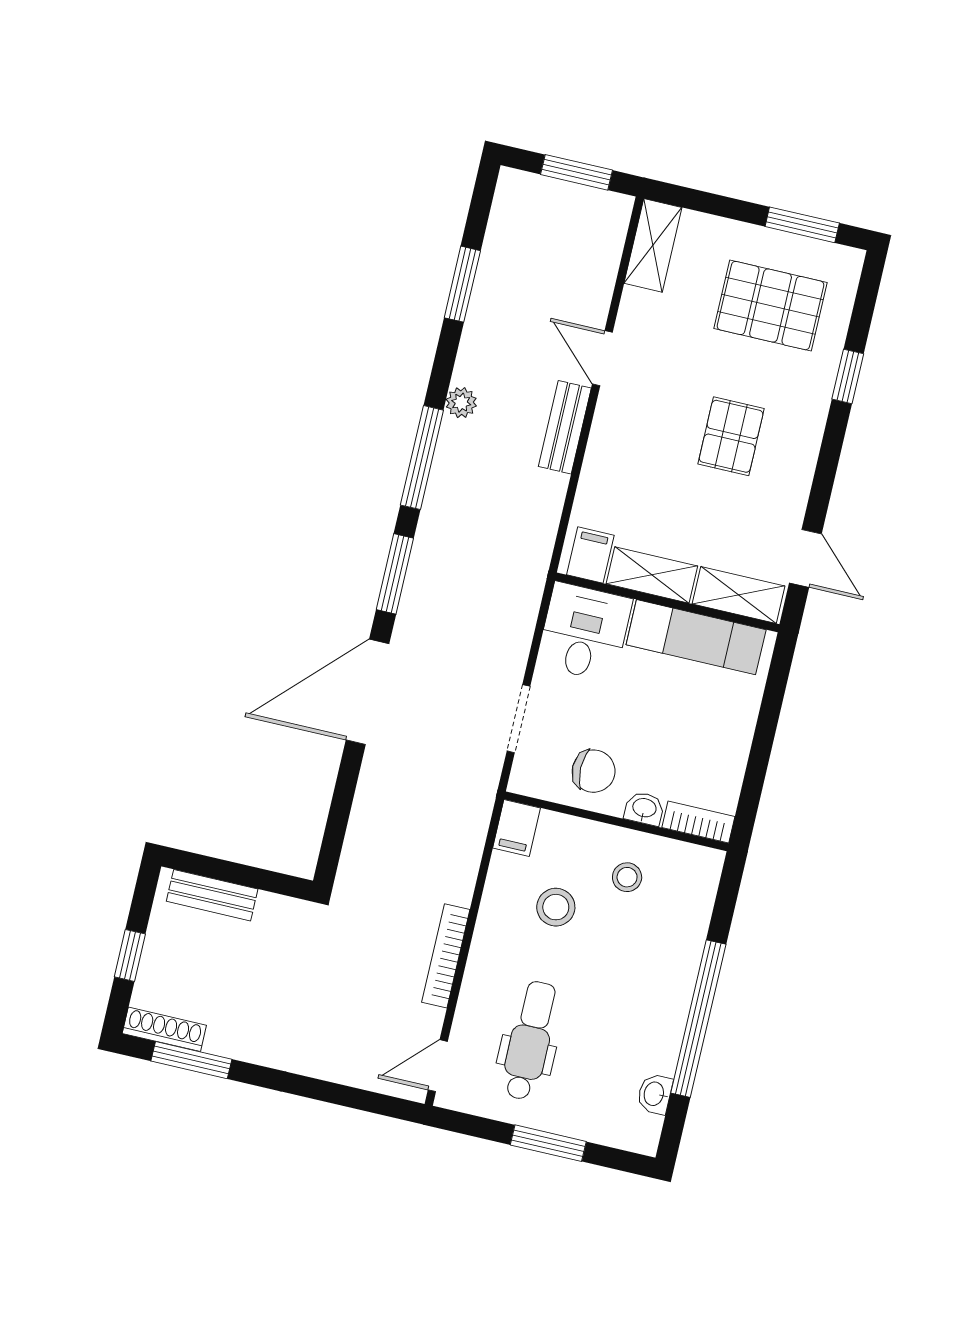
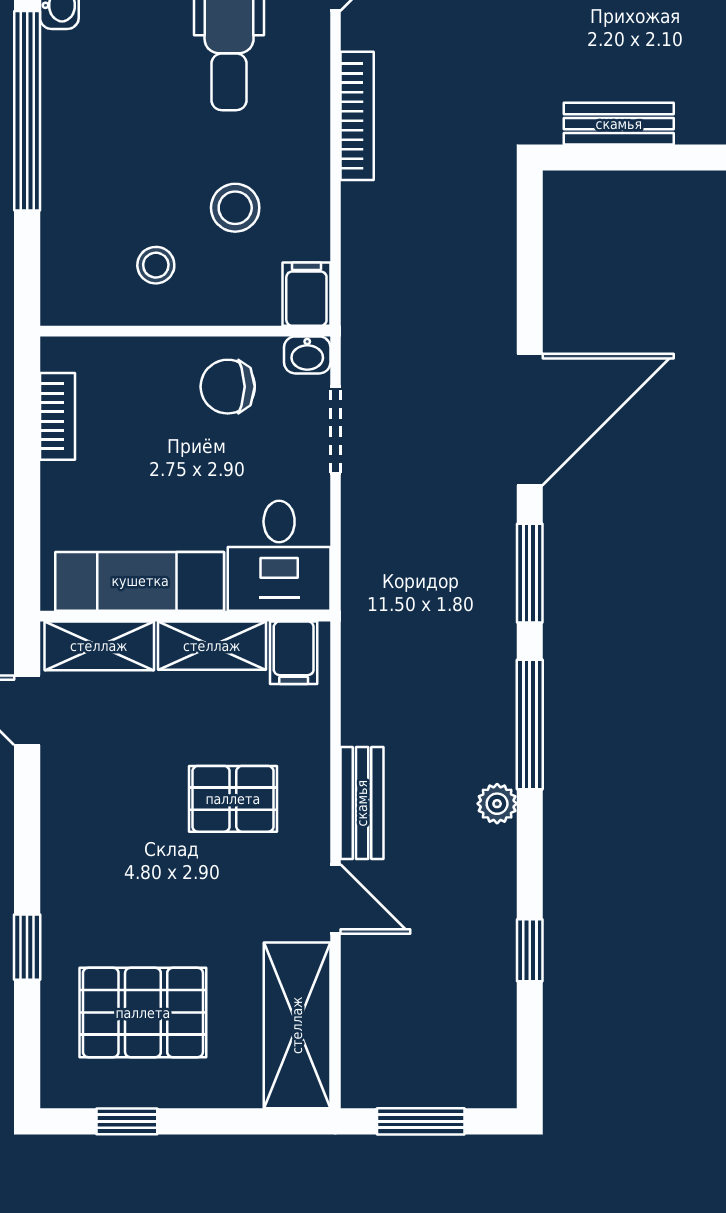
window: (802, 225) -> (127, 1121), width x0.67
shelving: (653, 245) -> (297, 1025), width x1.50, depth x1.33
window: (462, 284) -> (530, 950), width x0.67
pallet: (731, 436) -> (233, 799), moved, turned 90
washbasin: (644, 809) -> (307, 355), moved
bookcase: (698, 822) -> (57, 416), moved, turned -90
bench: (212, 895) -> (619, 124), moved

